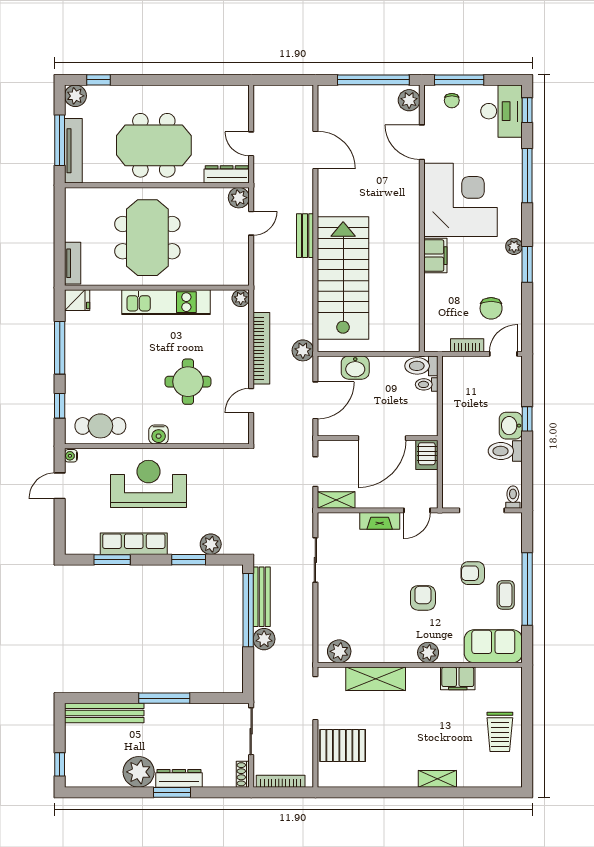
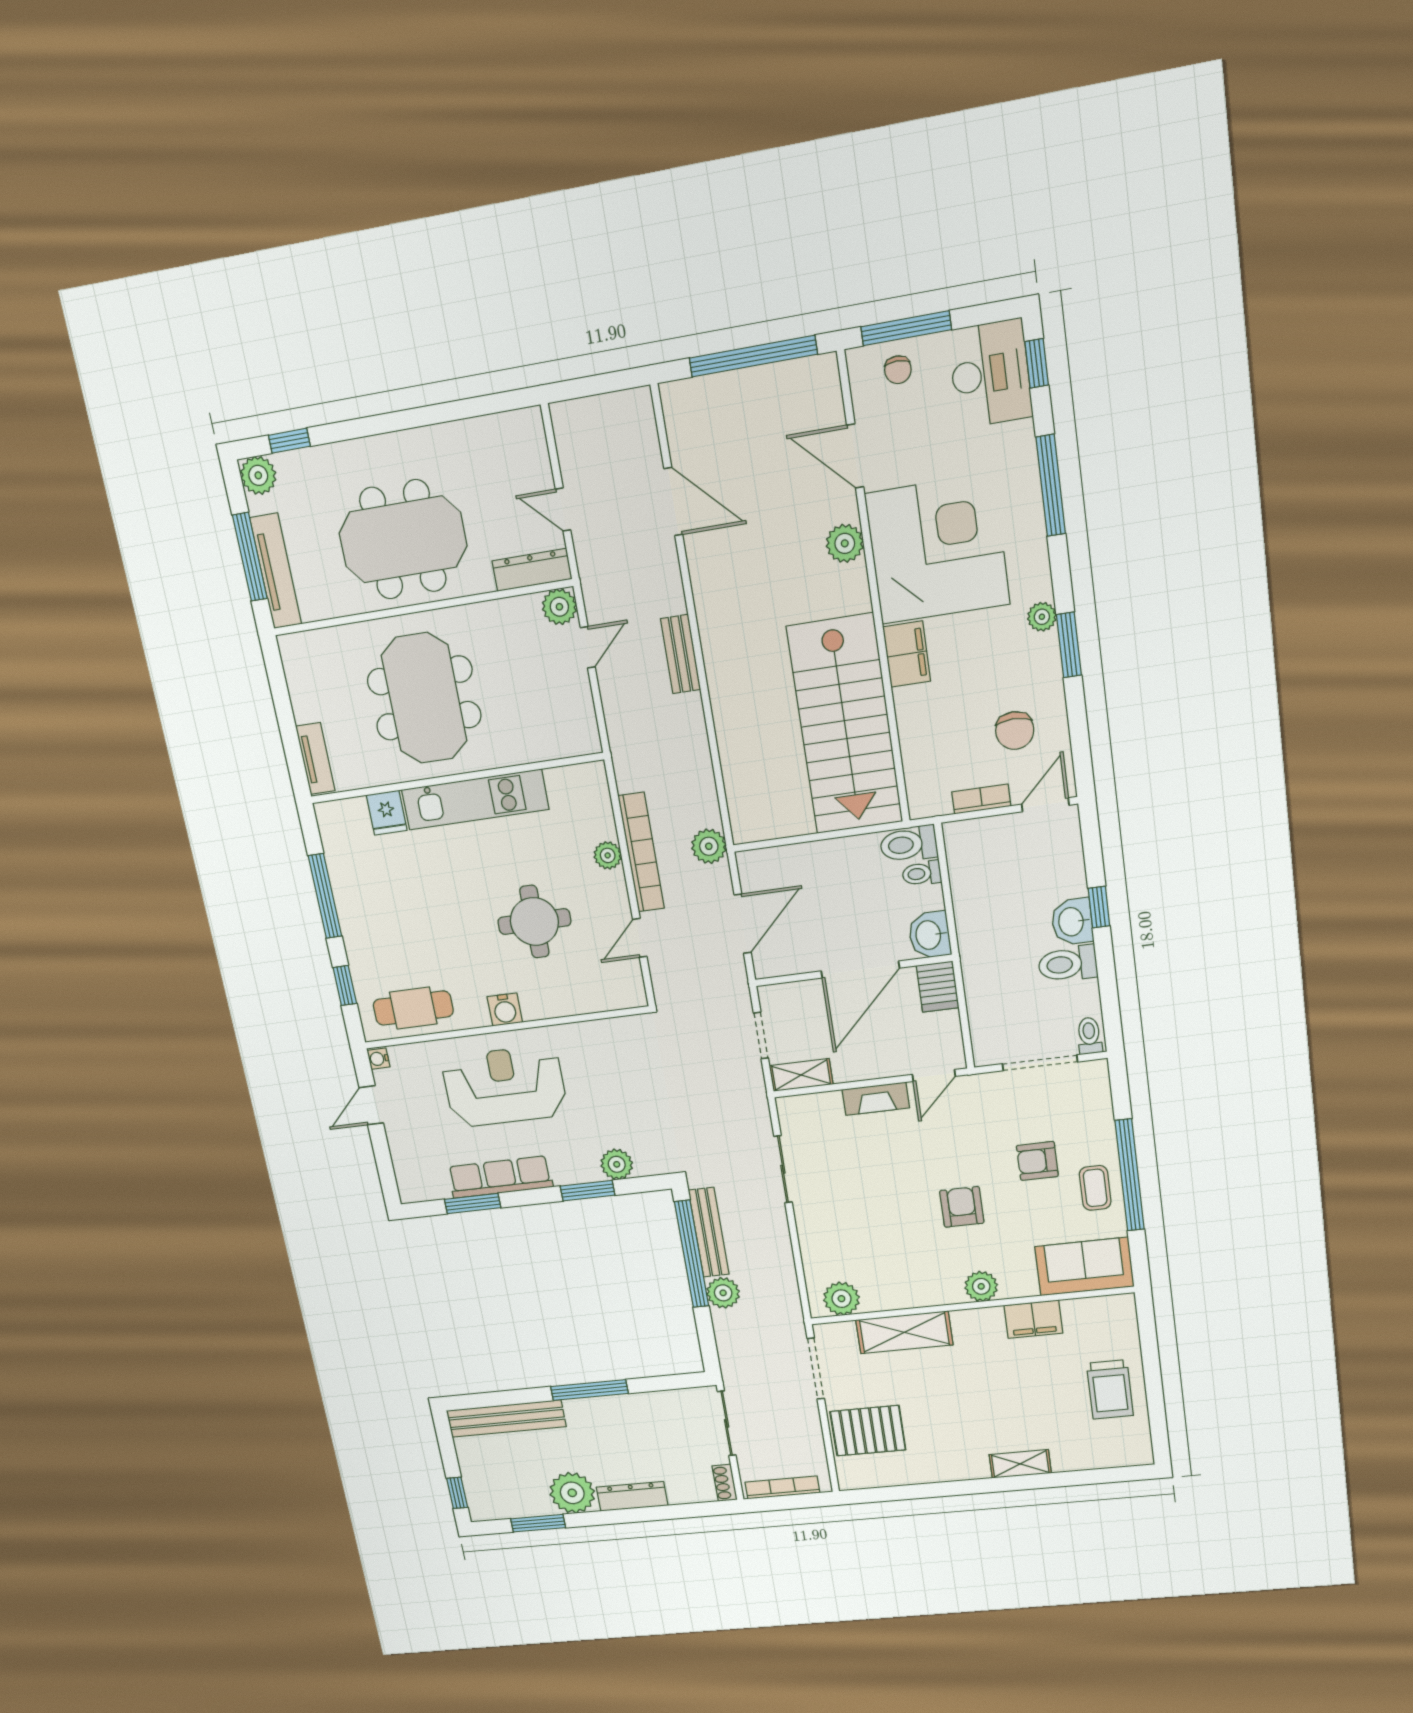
plant: (409, 100) -> (845, 543), moved
stairs: (343, 278) -> (845, 725), moved, turned 180
plant: (241, 298) -> (608, 855), moved
fridge: (77, 300) -> (387, 813), moved, turned 90
washbasin: (355, 368) -> (929, 935), moved, turned 90
window: (172, 792) -> (538, 1523), moved

